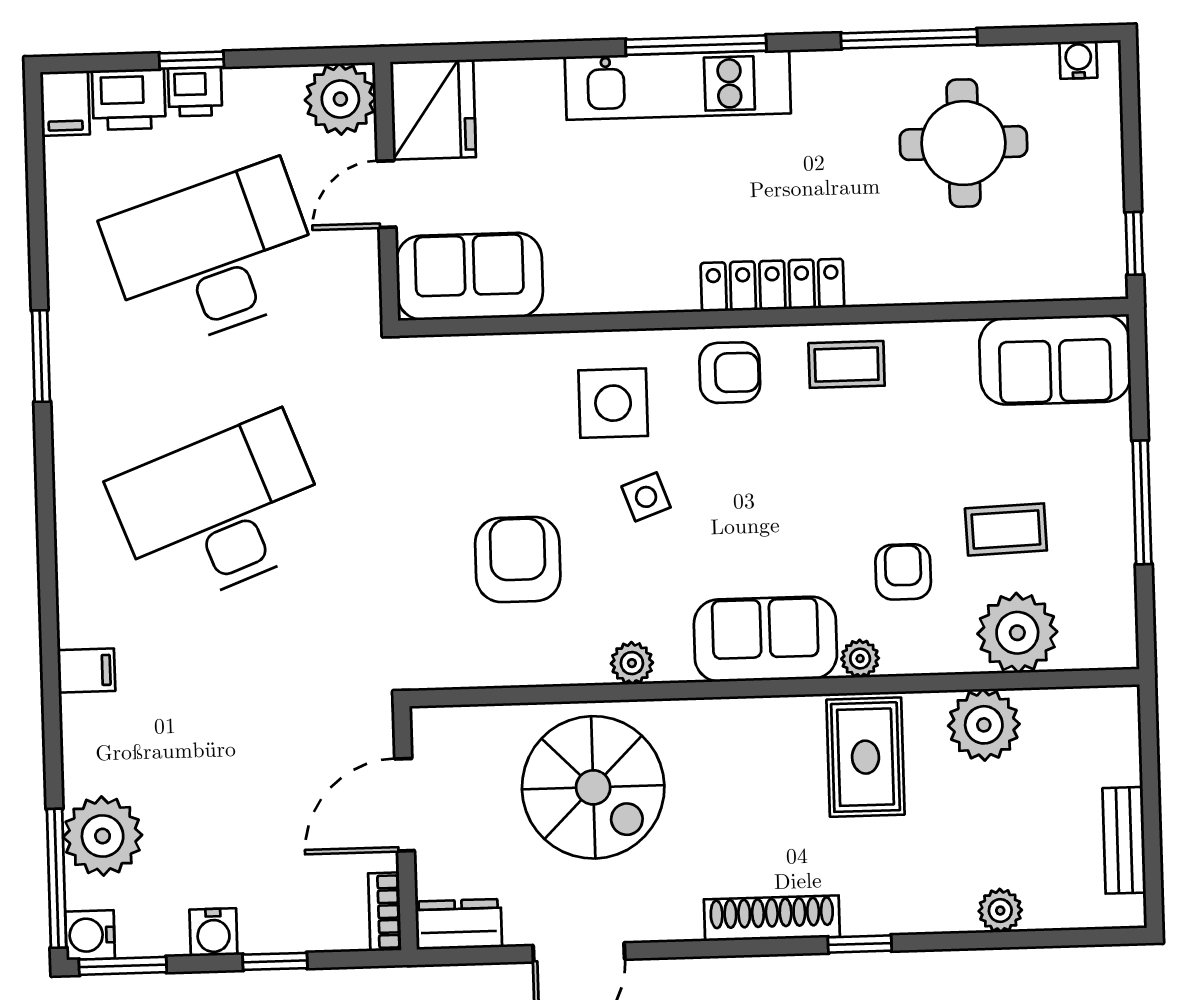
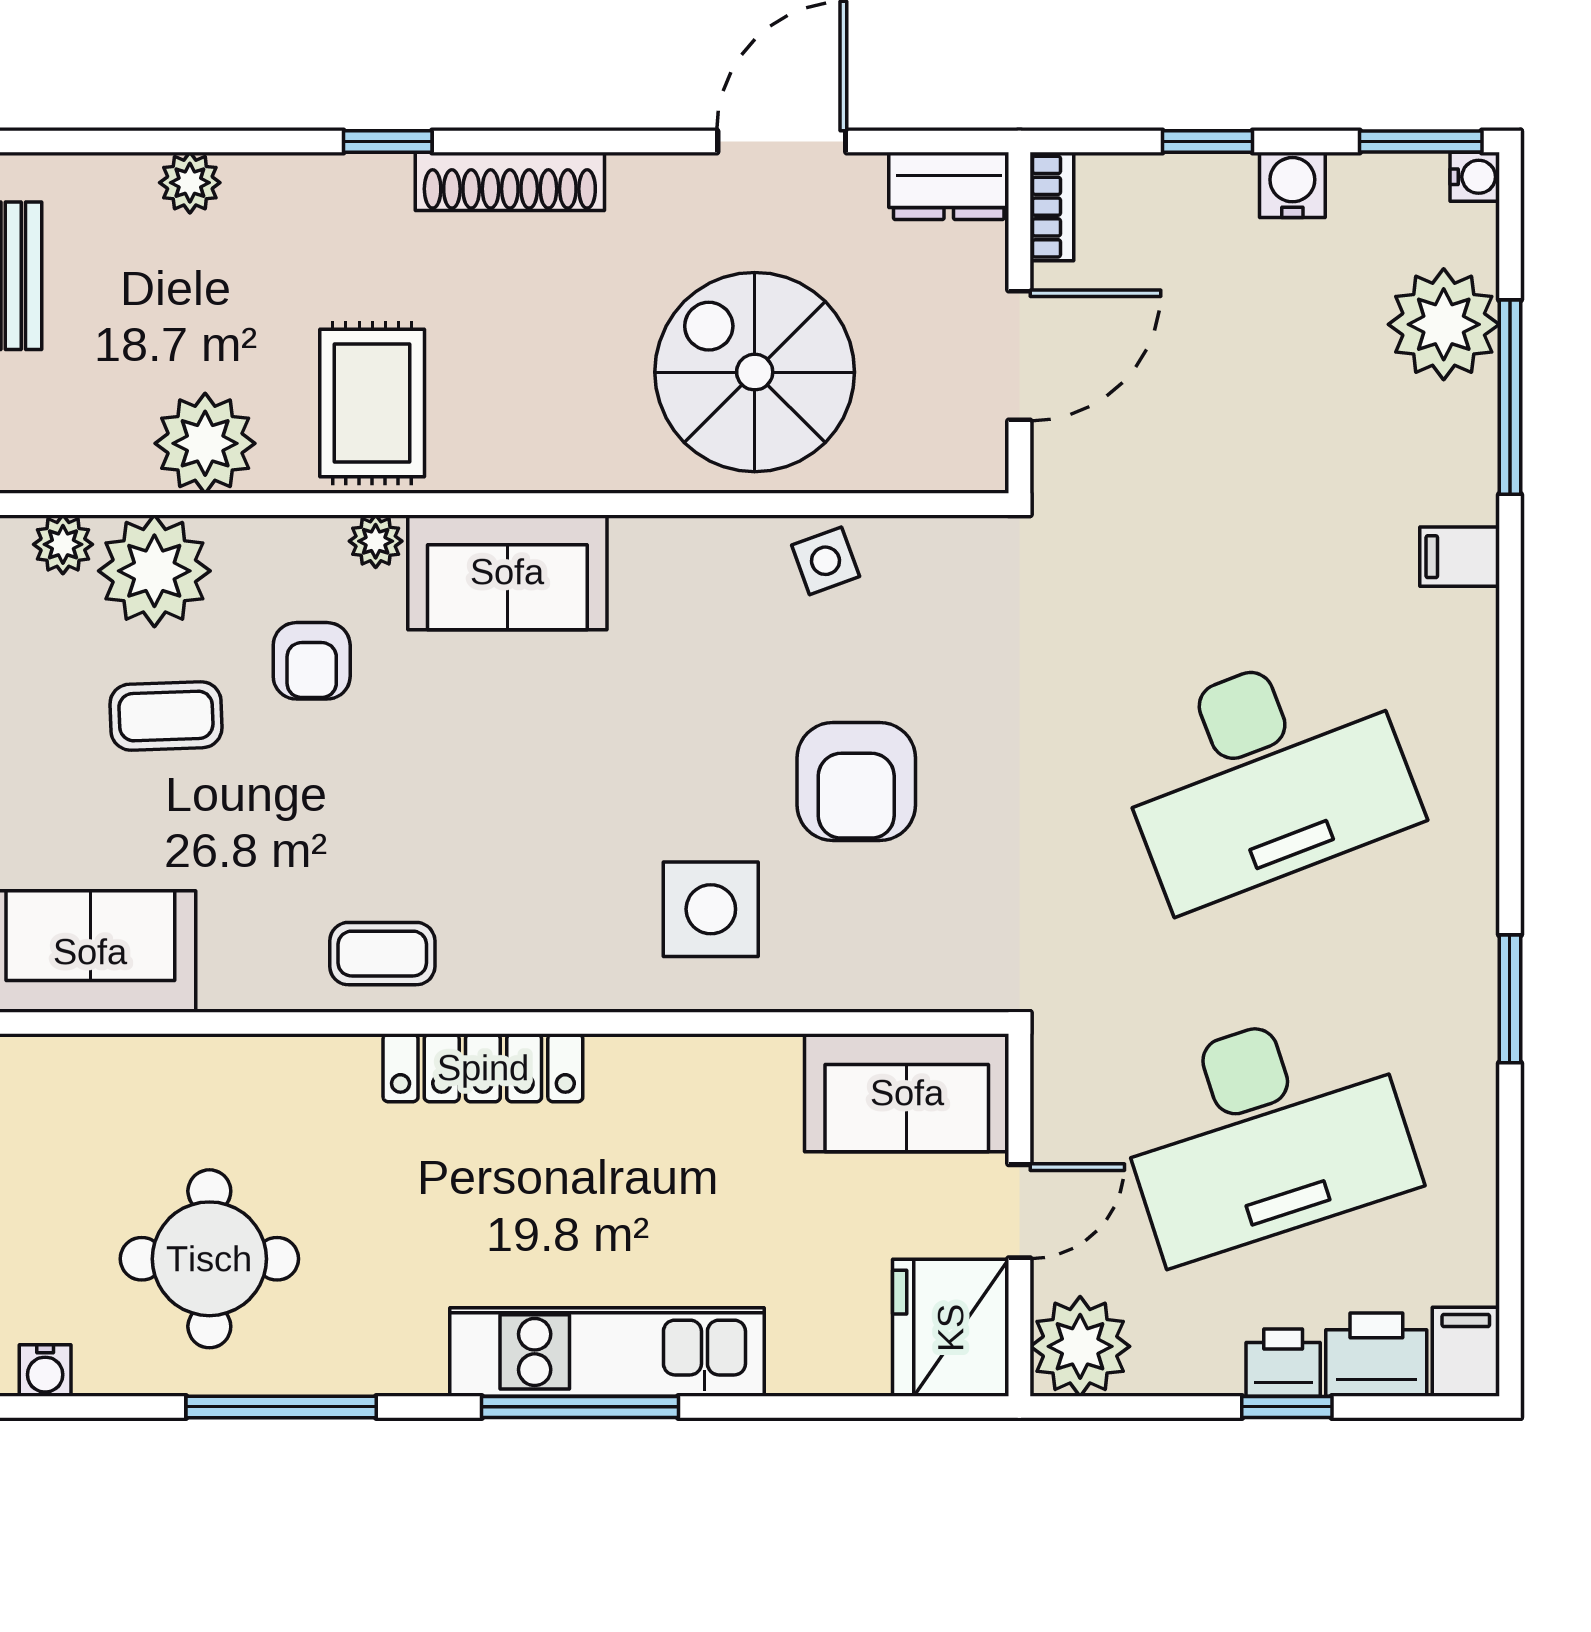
armchair: (730, 373) -> (546, 947), removed
side table: (646, 497) -> (826, 561), moved
armchair: (518, 559) -> (856, 782), moved
plant: (632, 663) -> (63, 544), moved
window: (56, 878) -> (1510, 397), moved
water cooler: (90, 935) -> (1475, 177), width x0.72, depth x0.72

